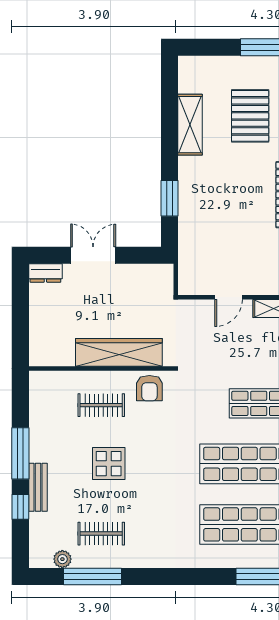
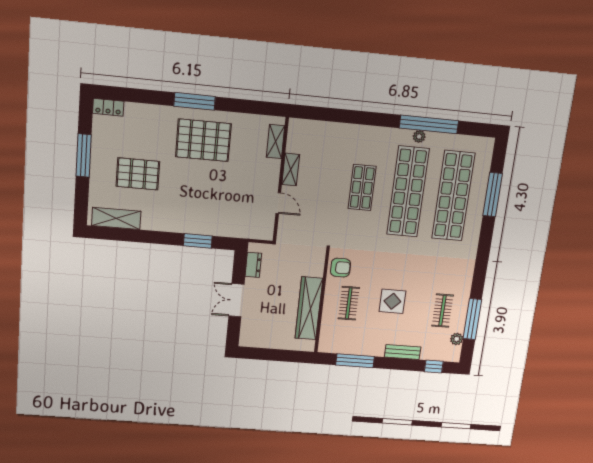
shelving: (190, 125) -> (116, 218), moved
dresser: (45, 273) -> (253, 265), moved
wardrobe: (119, 352) -> (309, 308), moved
window: (20, 453) -> (355, 361), moved
window: (20, 507) -> (434, 366), moved

